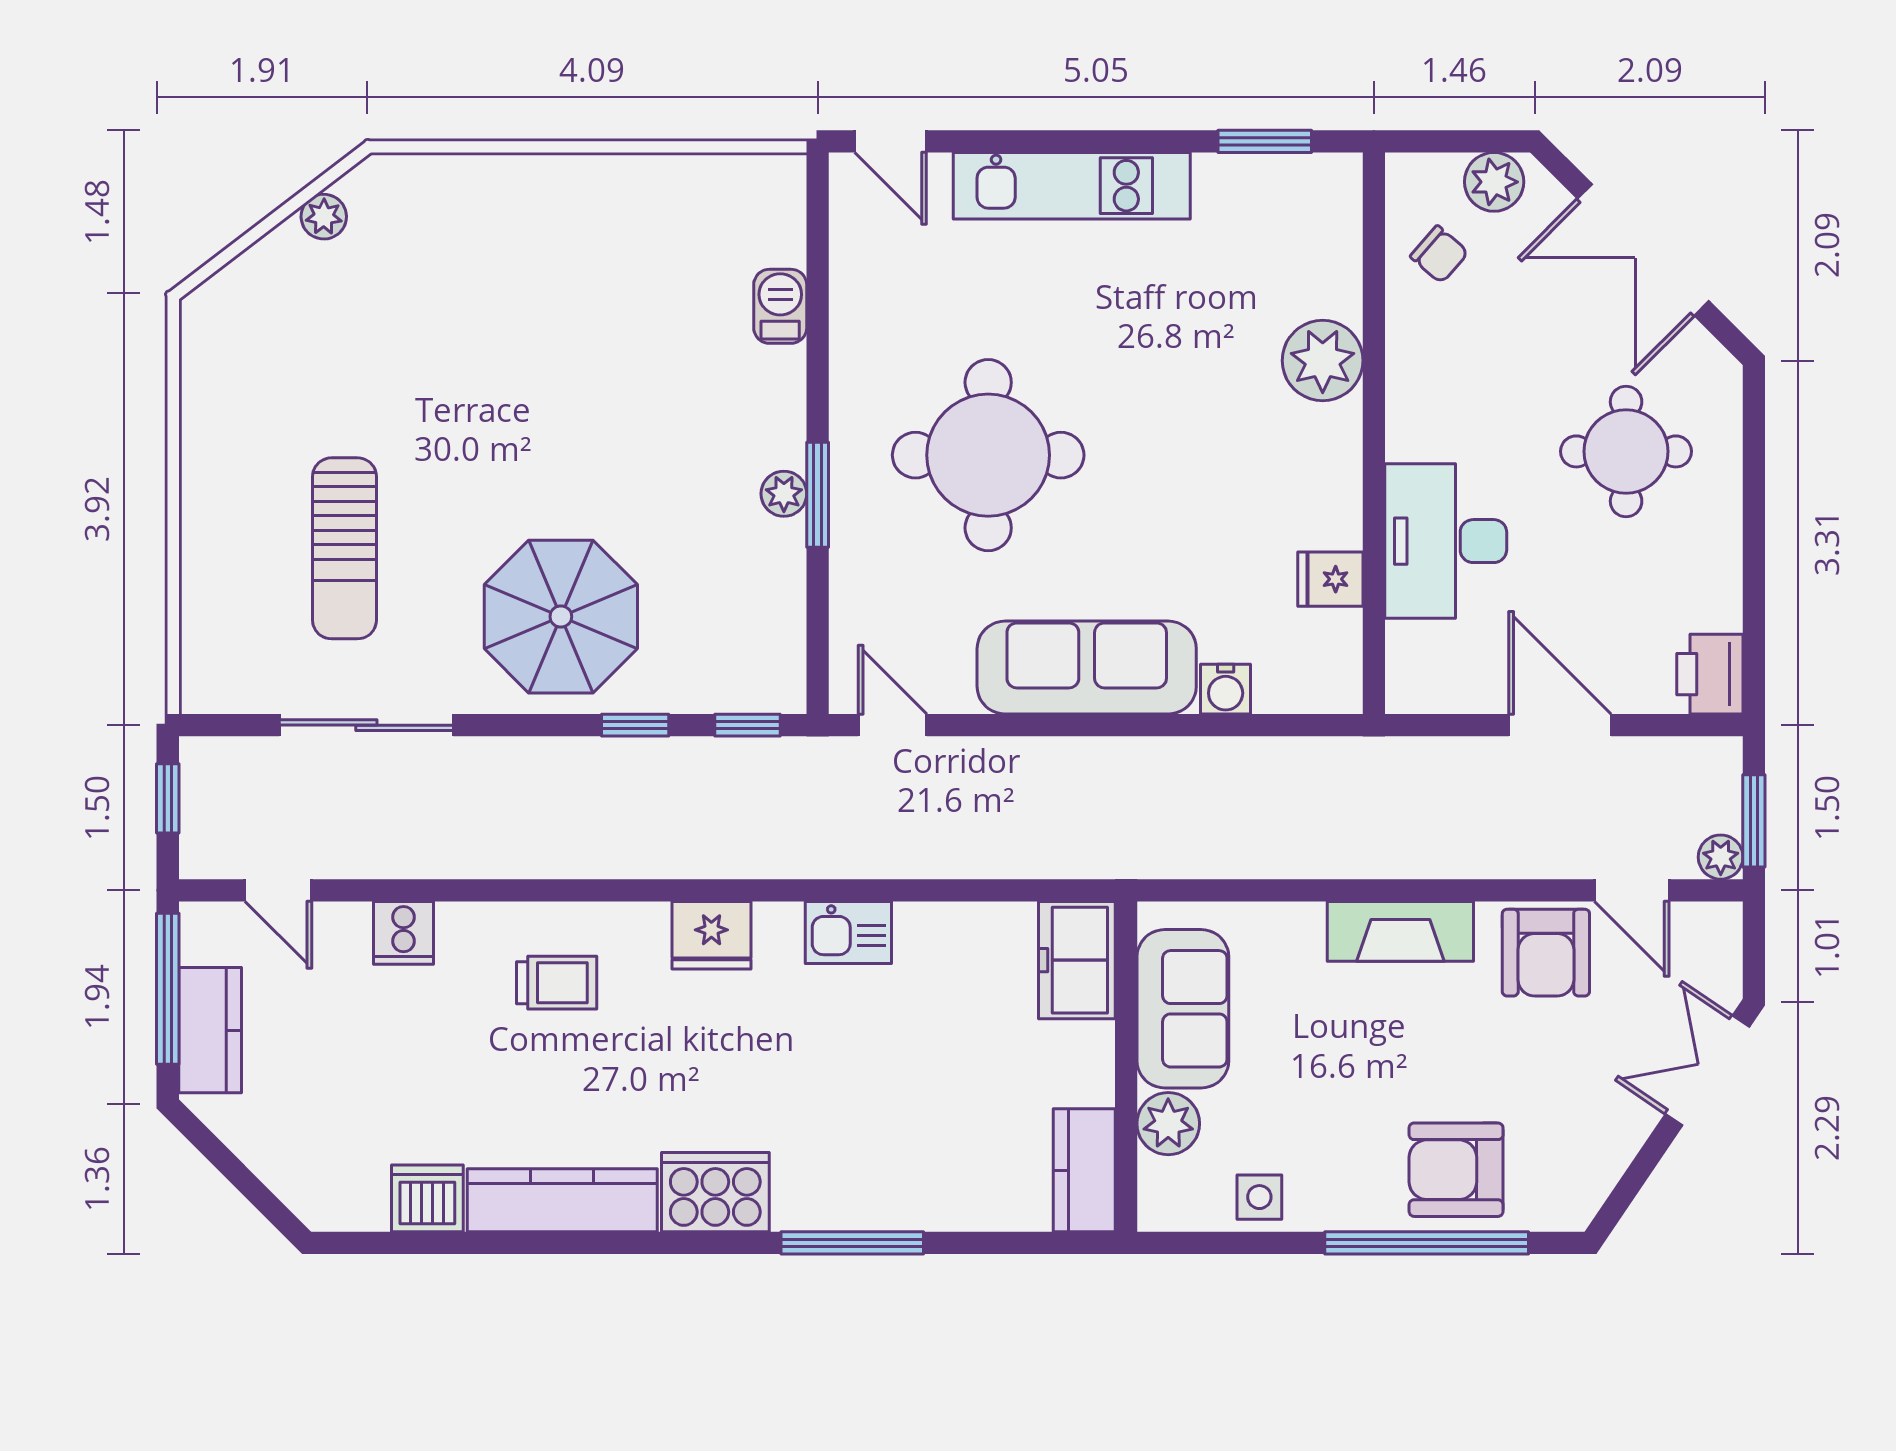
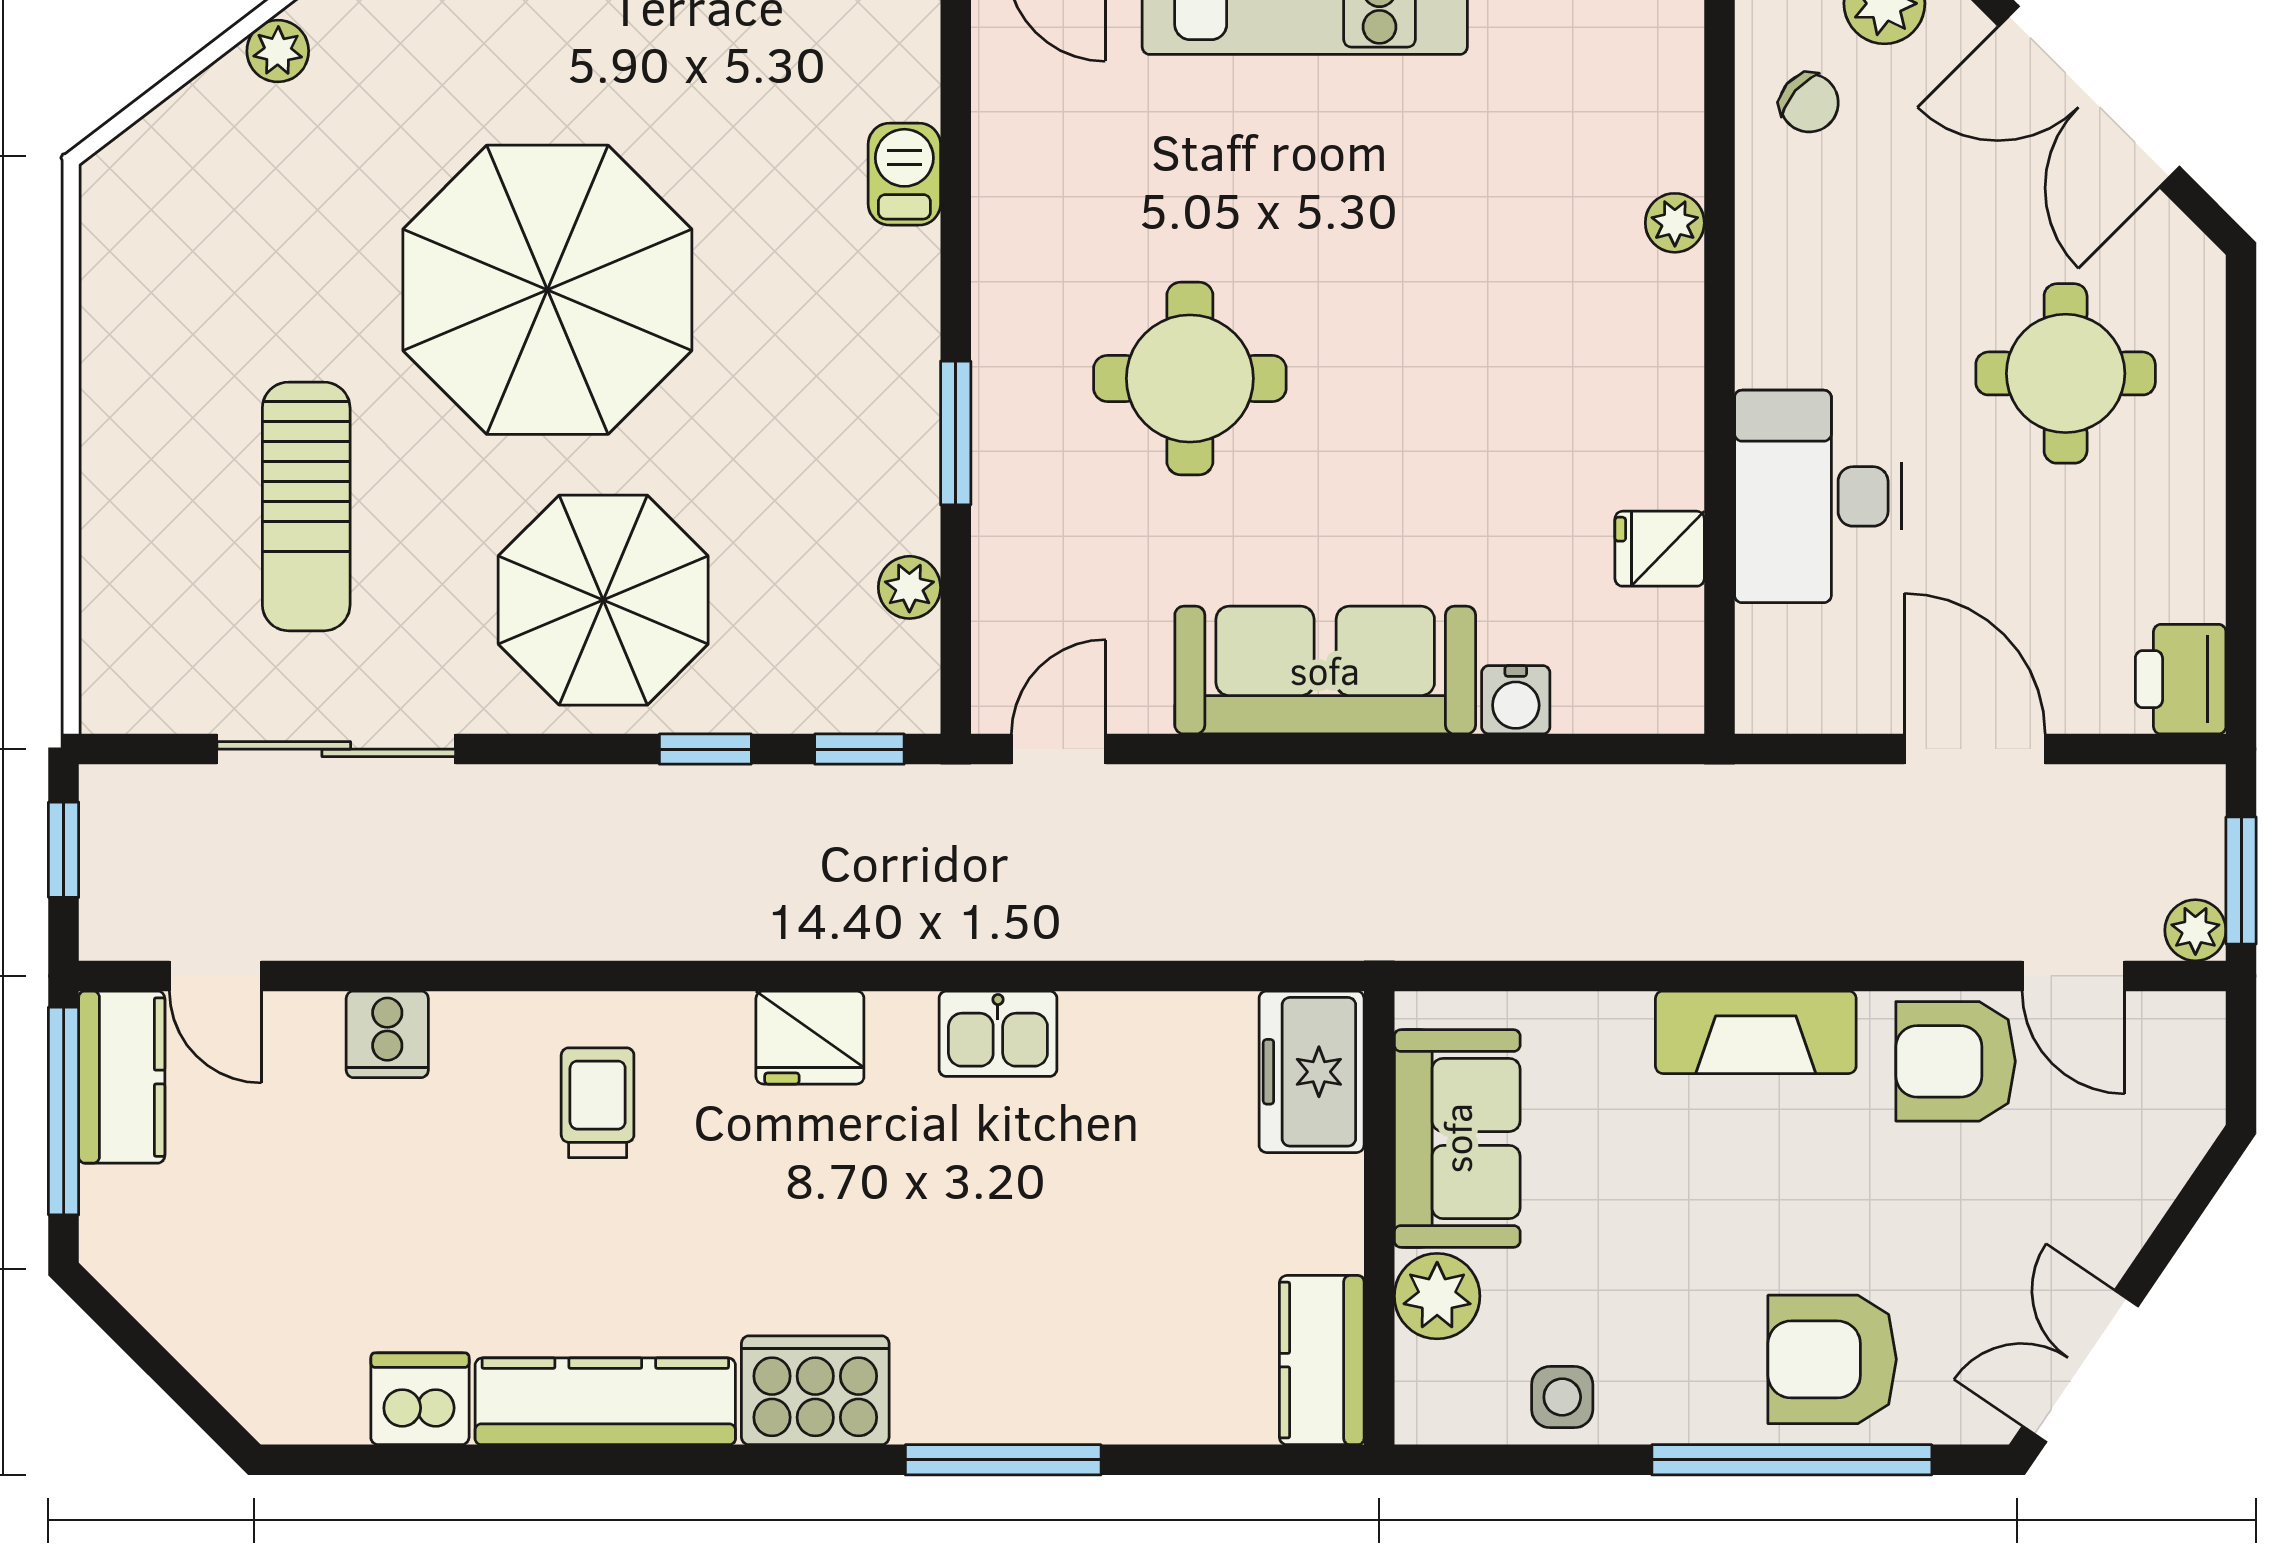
plant: (1323, 361) -> (1675, 223), width x0.53, depth x0.53
parasol: (520, 391) -> (547, 290), added
round table: (988, 455) -> (1190, 378), width x0.73, depth x0.73
plant: (784, 494) -> (909, 587), moved
door: (893, 725) -> (1059, 749), hinge flipped
armchair: (1546, 953) -> (1956, 1061), turned 90
trolley: (557, 983) -> (598, 1103), turned -90
kitchen counter: (210, 1030) -> (122, 1077), moved
double door: (1707, 1071) -> (2080, 1366), moved

